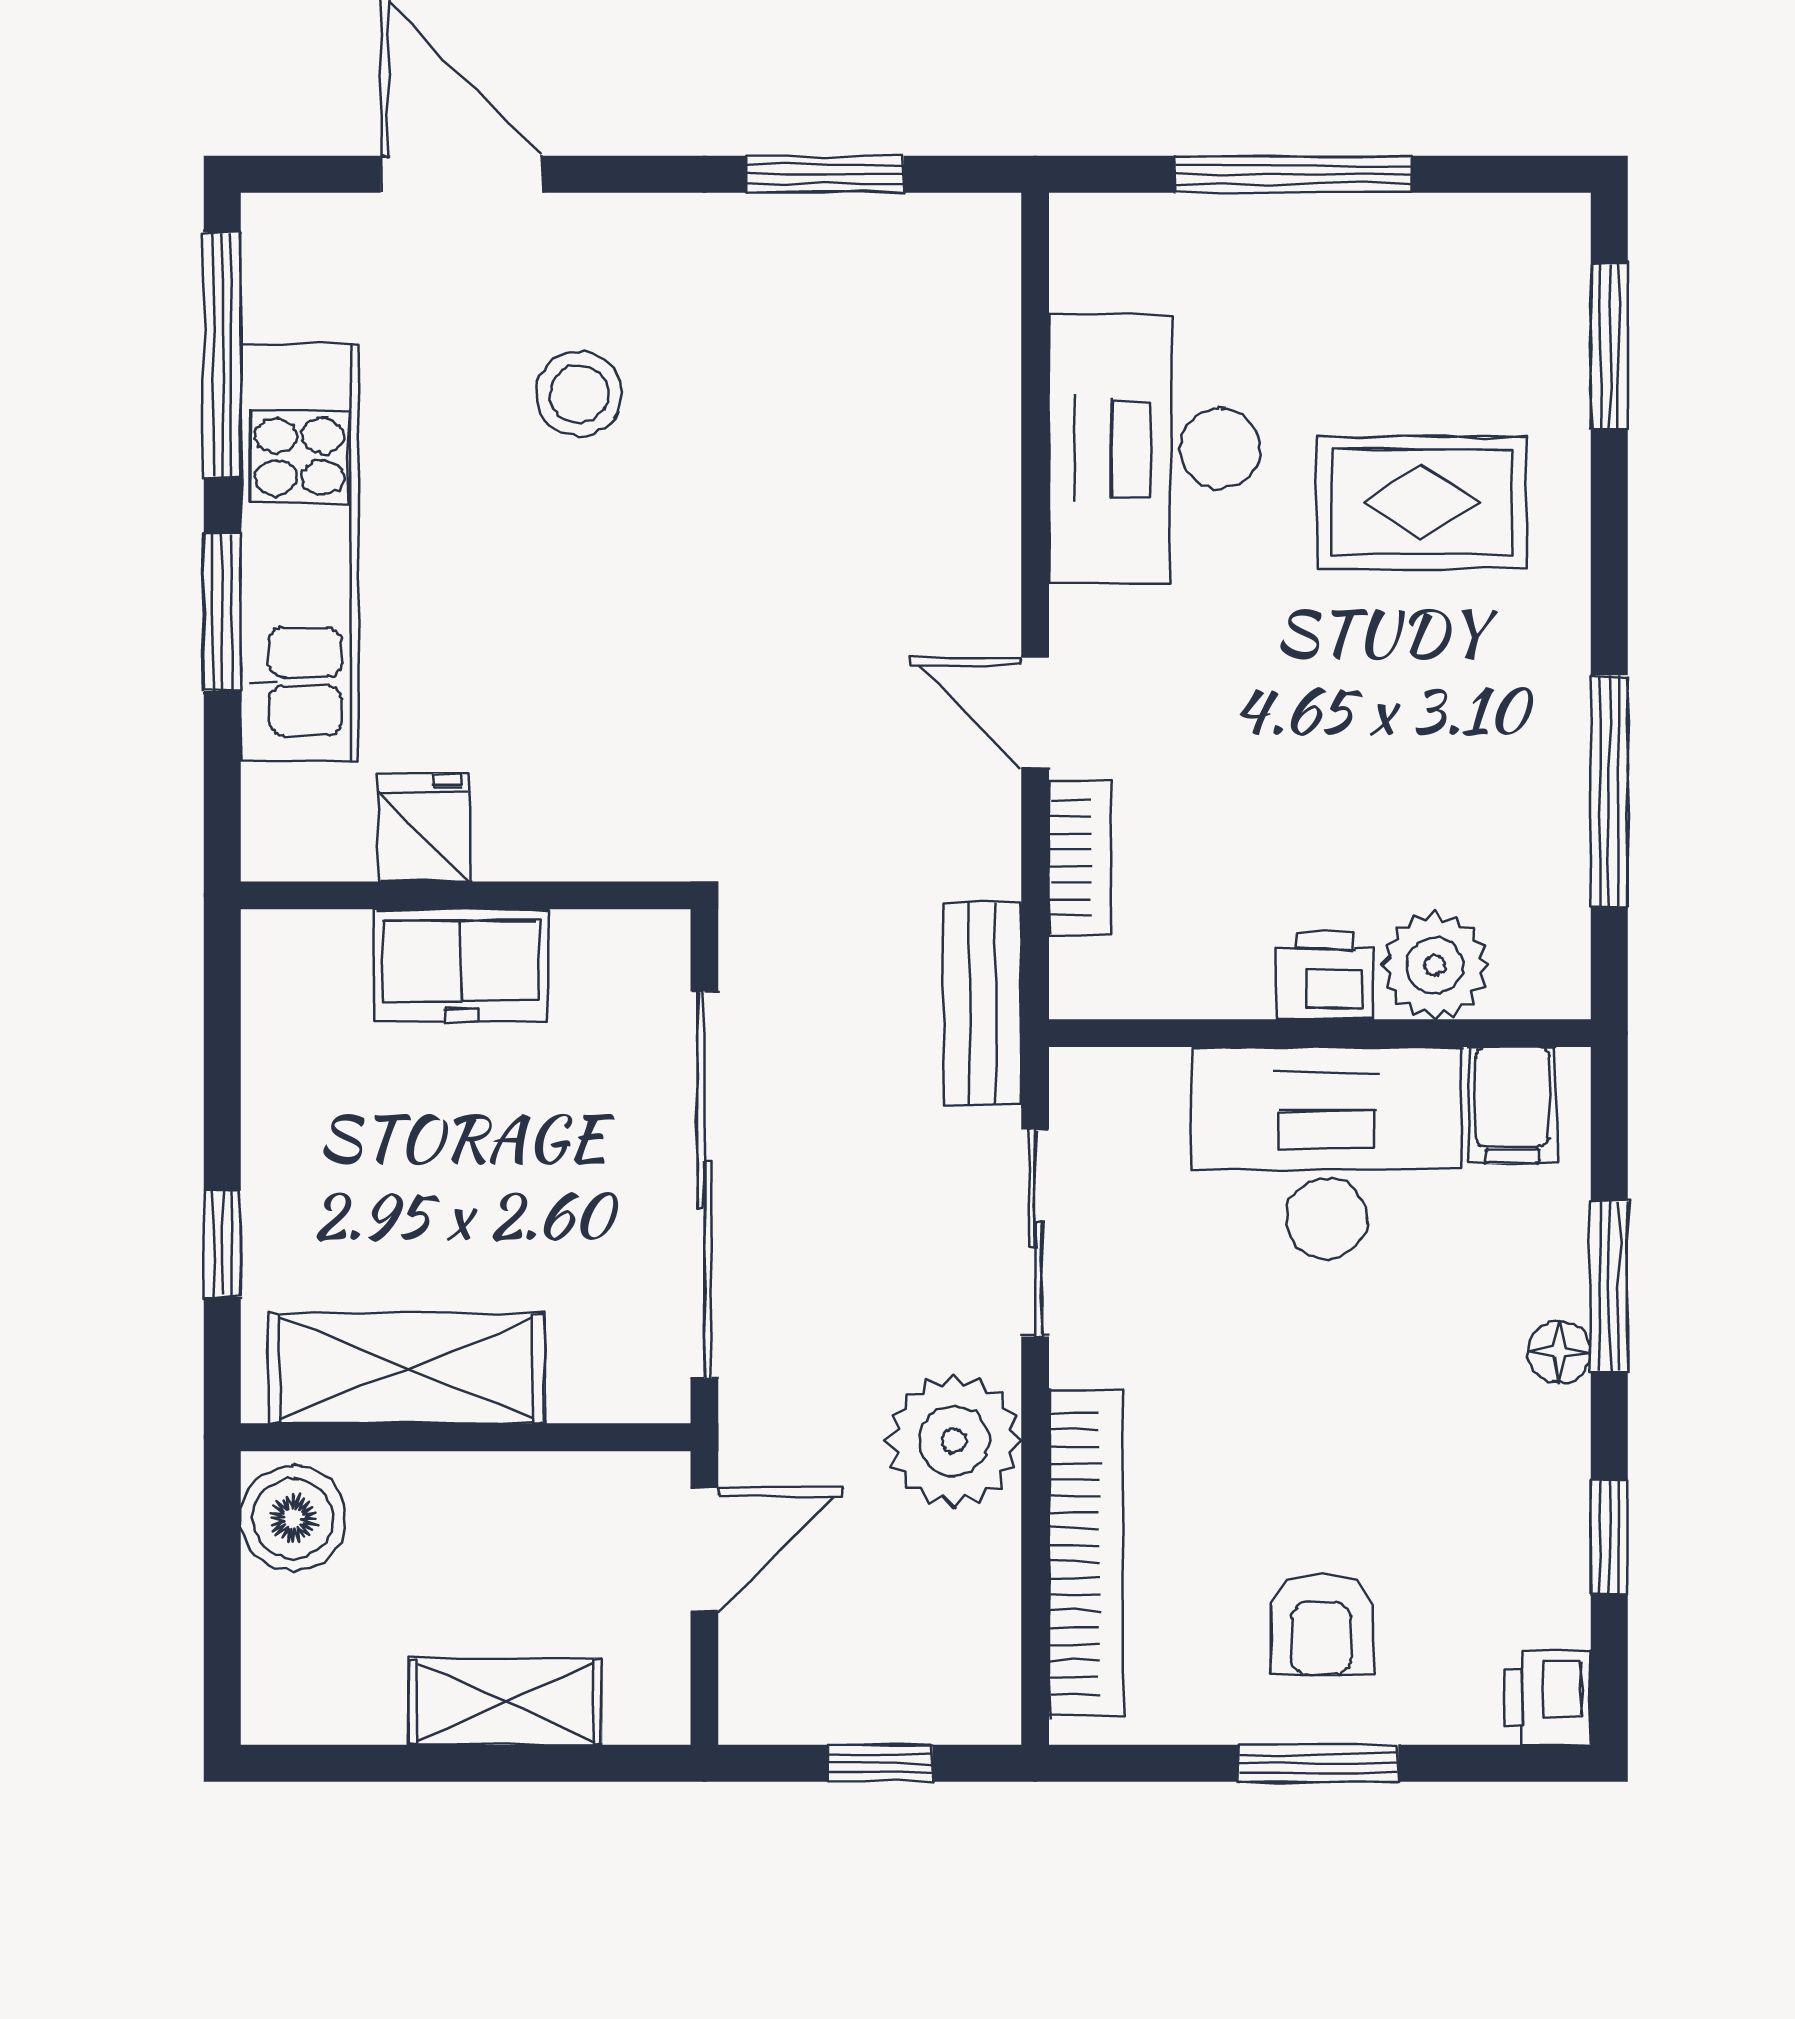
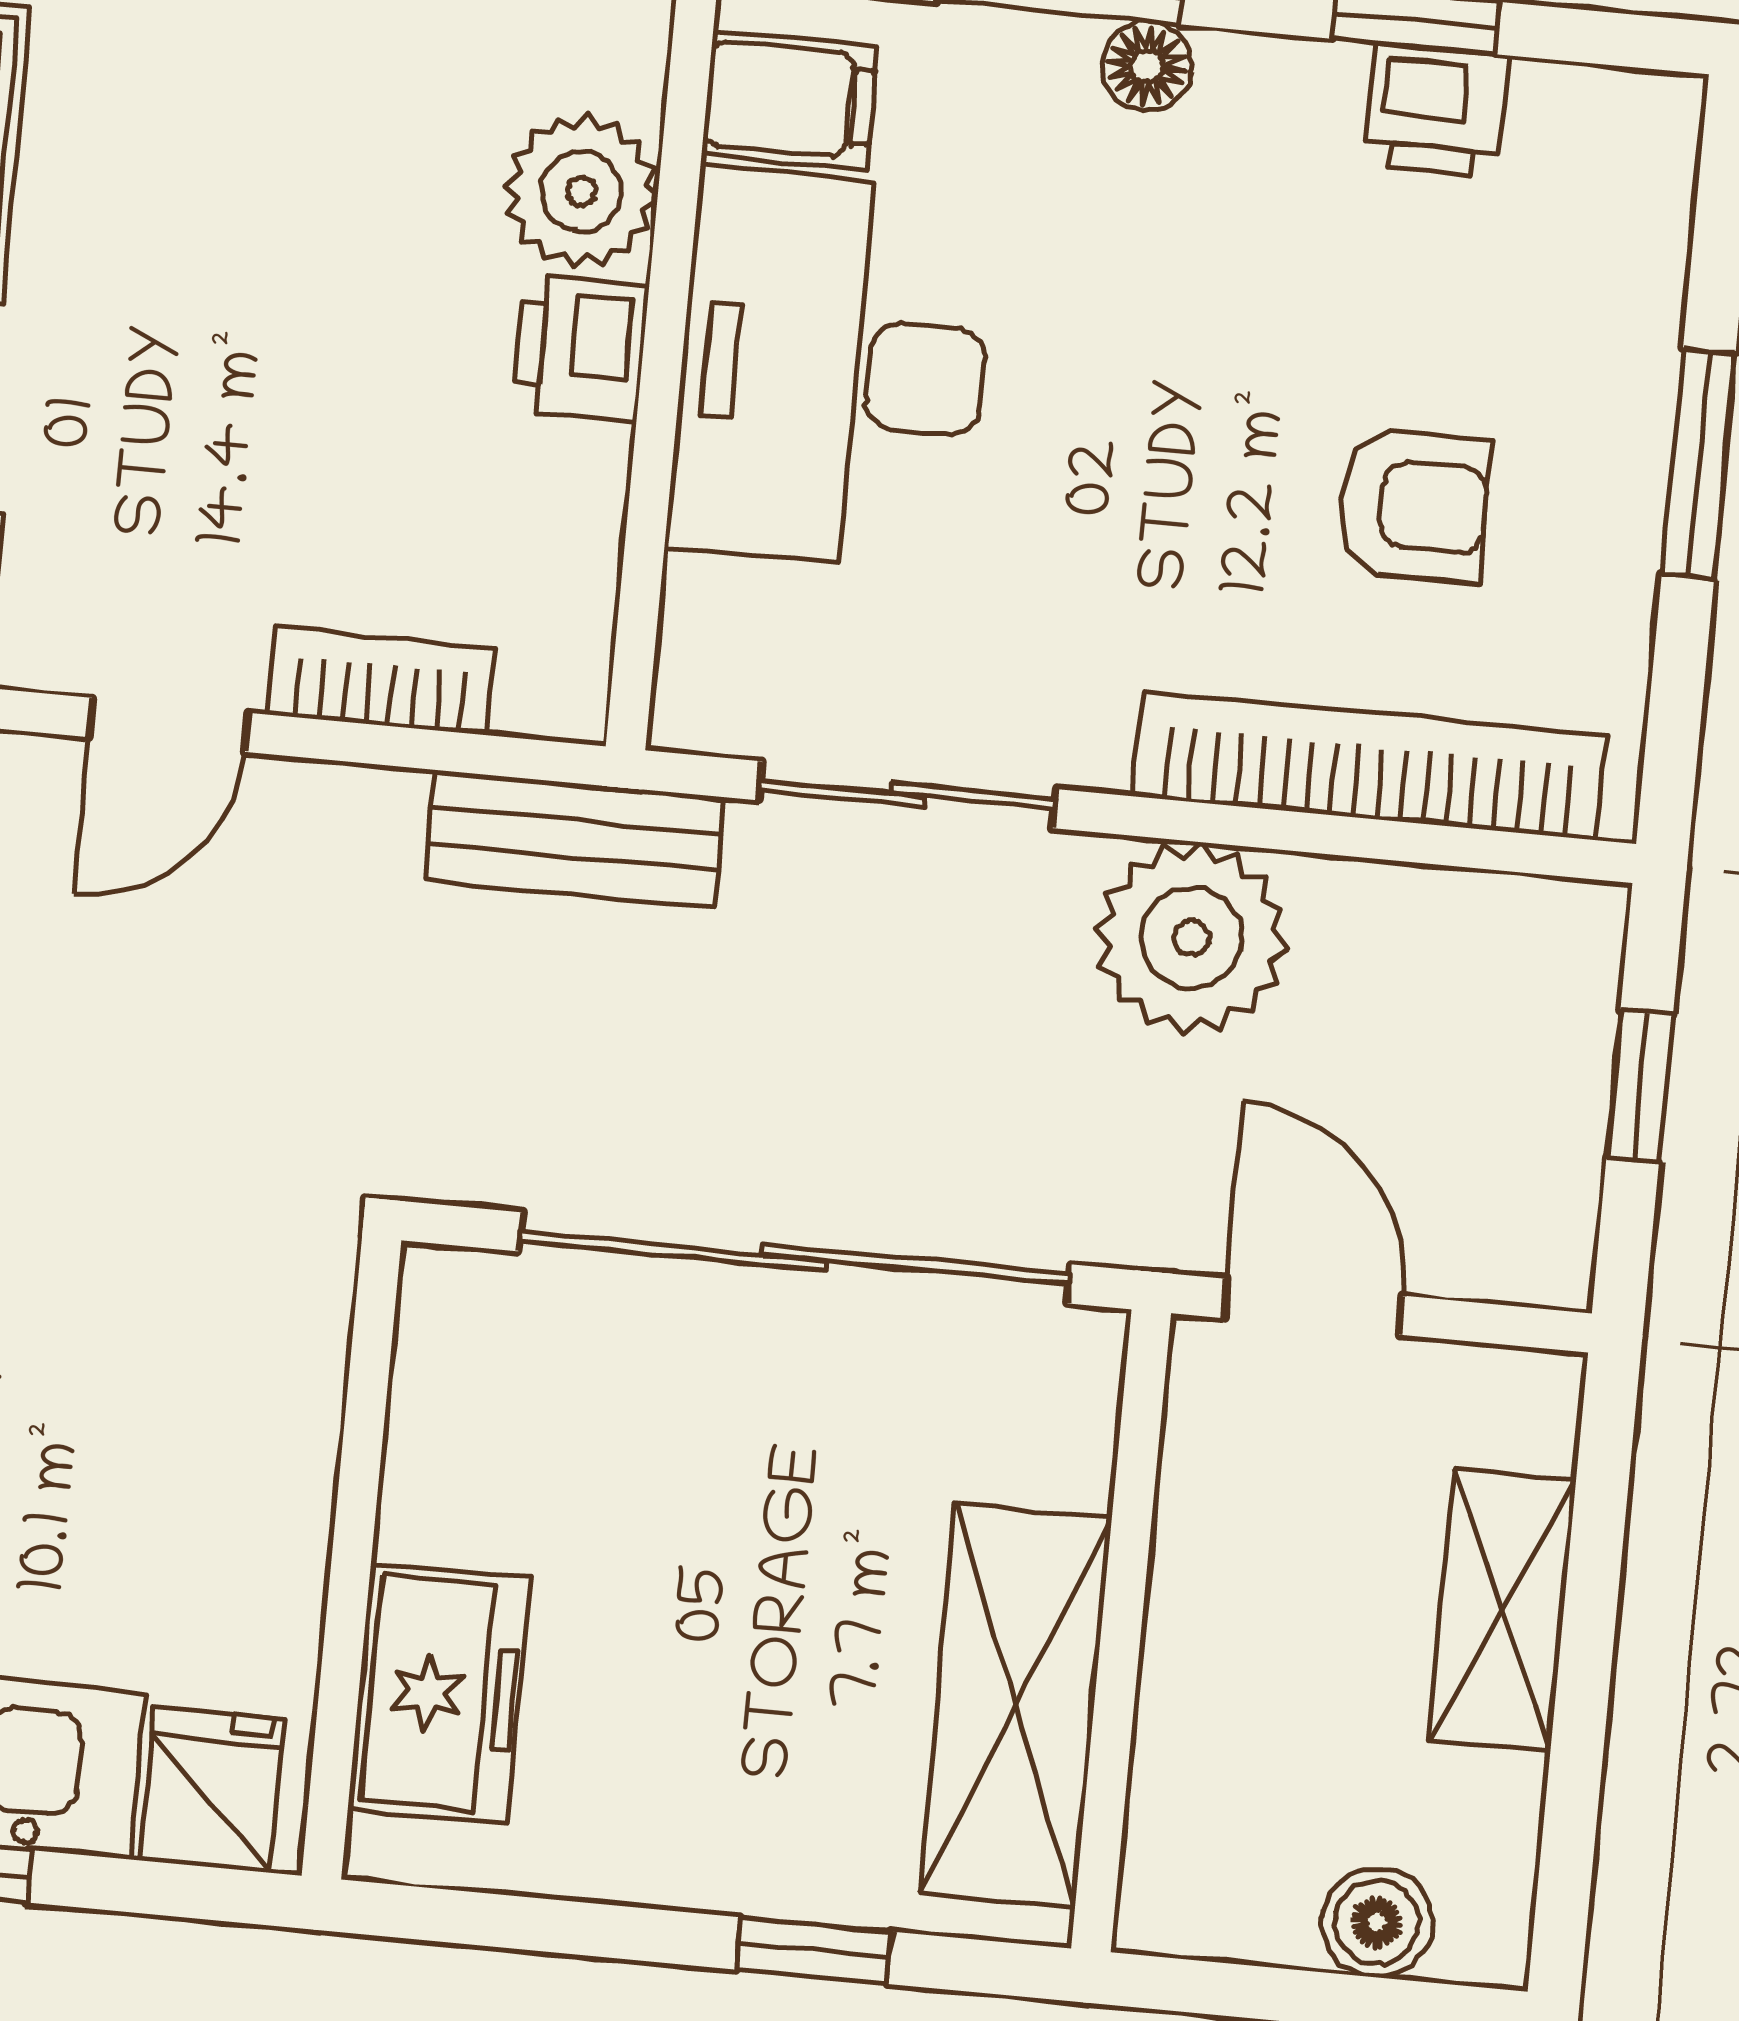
fridge: (424, 827) -> (212, 1790), moved, turned 90
freezer: (461, 965) -> (439, 1694), moved
boiler: (293, 1519) -> (1377, 1922), moved, width x0.73, depth x0.73
armchair: (1322, 1624) -> (1414, 505), moved
printer: (1548, 1697) -> (1436, 110), moved

